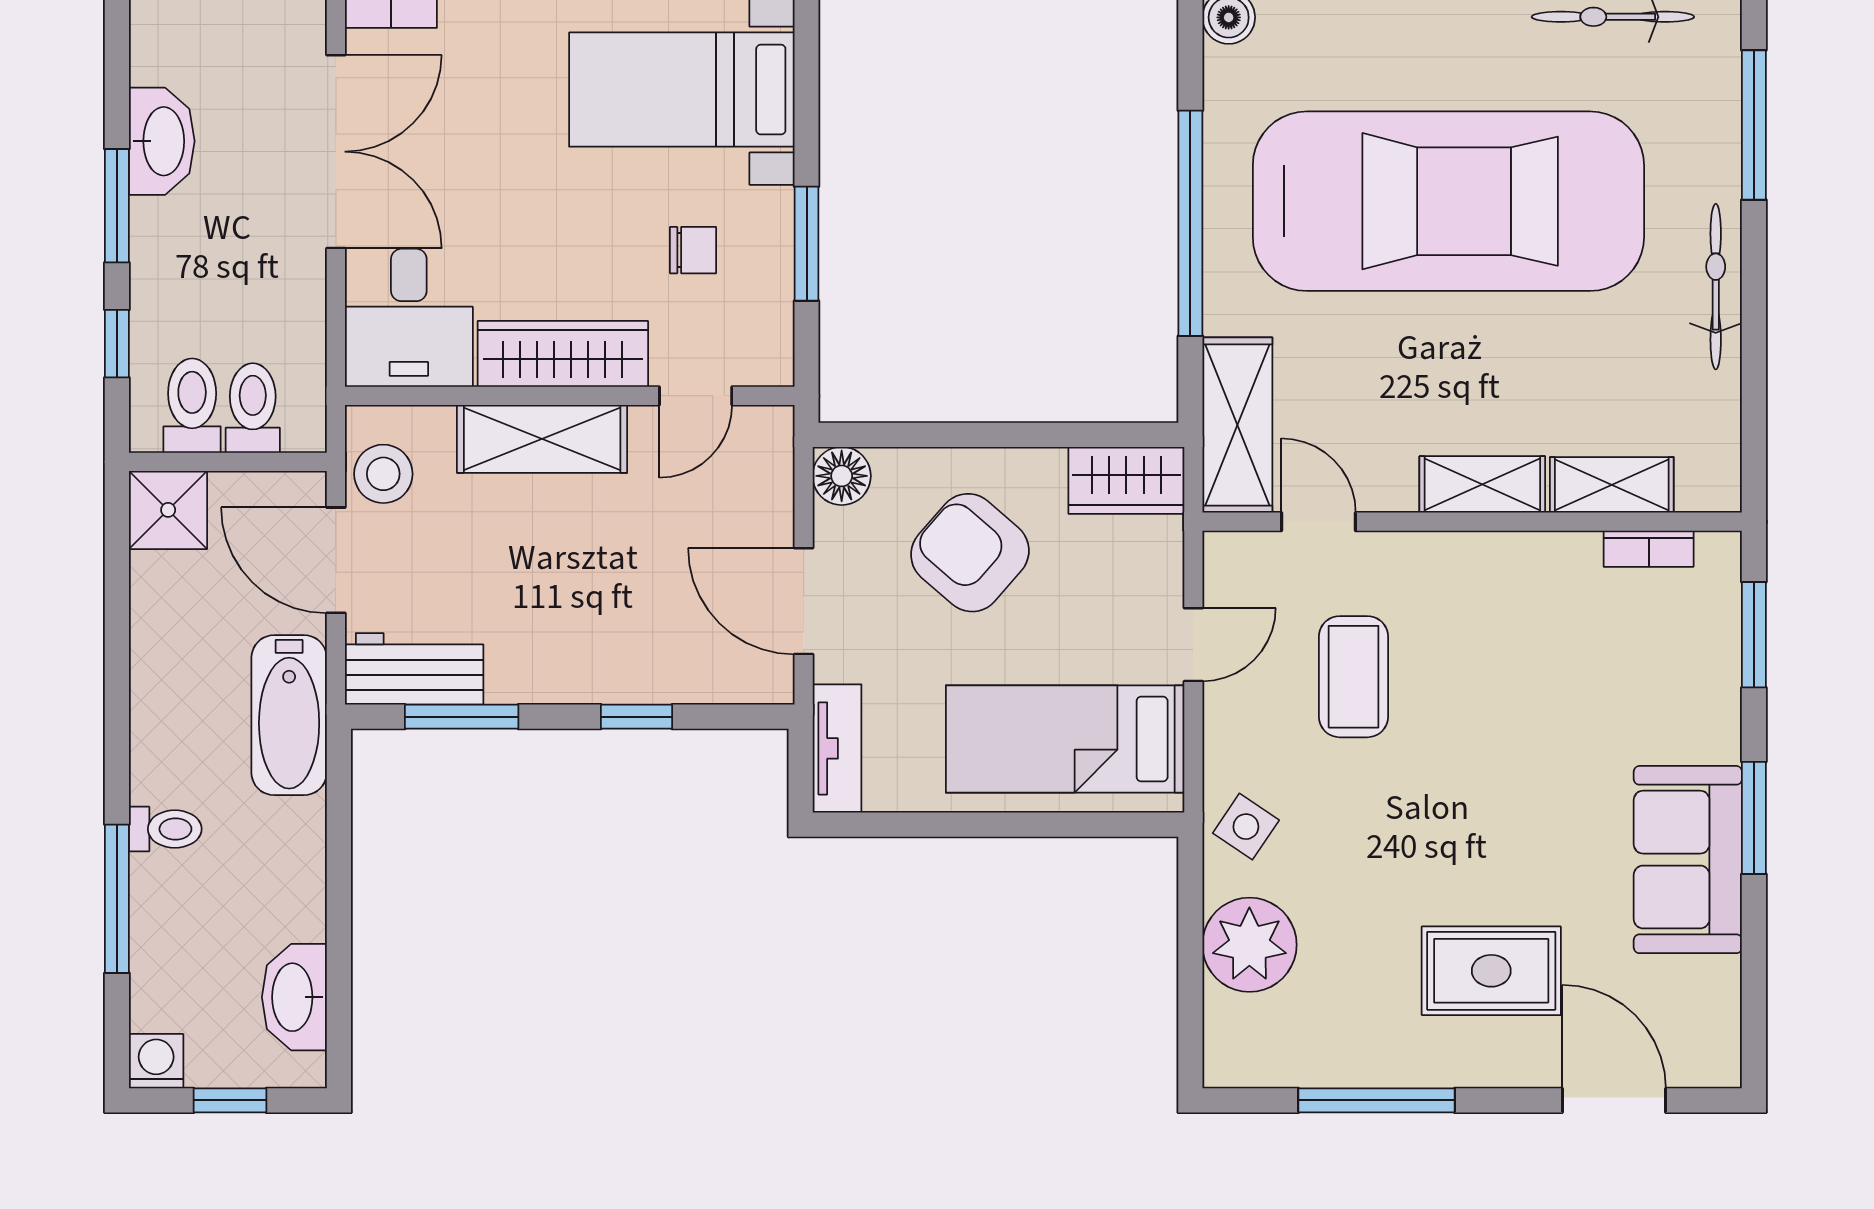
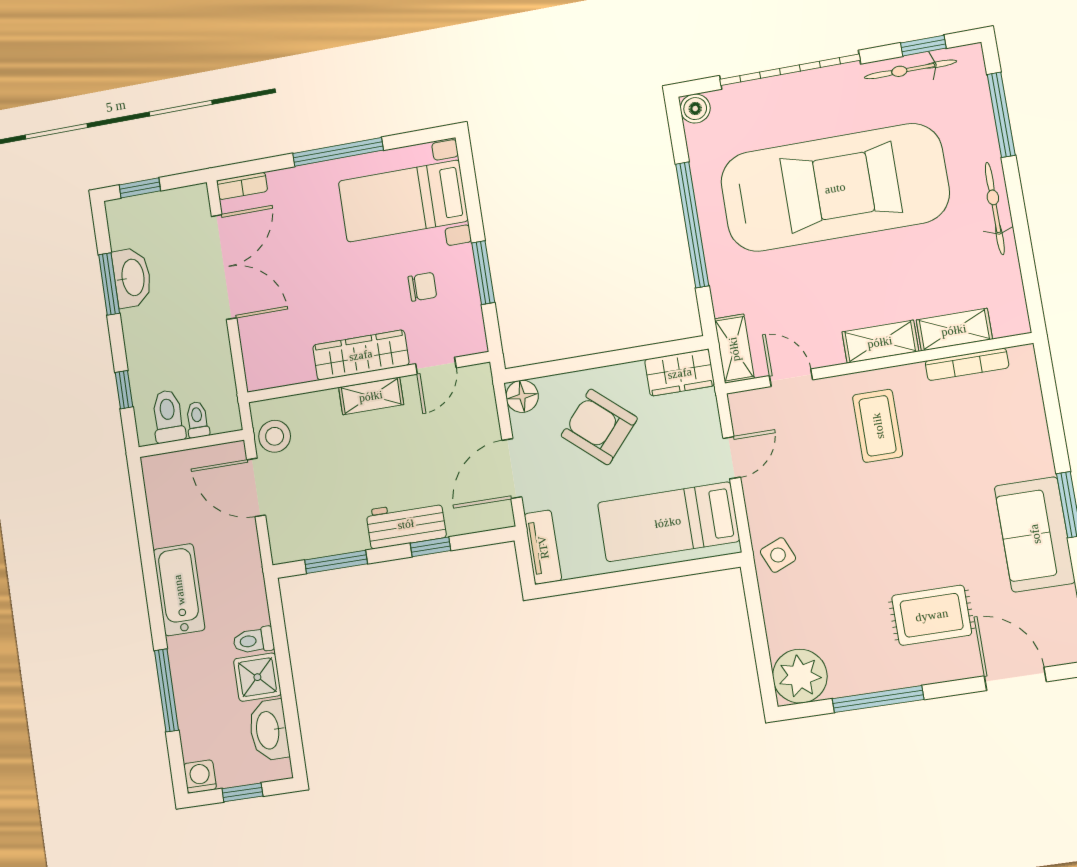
window: (117, 206) -> (109, 284), moved
desk: (409, 318) -> (276, 350), removed
toilet: (253, 408) -> (197, 420), width x0.73, depth x0.72
shelving: (1237, 425) -> (734, 349), width x0.67, depth x0.75
shelving: (542, 439) -> (371, 396), width x0.67, depth x0.75
shower: (168, 510) -> (257, 677), moved
bookcase: (1649, 549) -> (967, 364), width x1.56
door: (804, 601) -> (512, 469), hinge flipped
window: (1754, 635) -> (1051, 401), removed
workbench: (414, 669) -> (406, 524), moved
coffee table: (1354, 677) -> (878, 426), moved
bathtub: (289, 715) -> (179, 590), moved, turned 180
side table: (1246, 827) -> (778, 555), turned 33
toilet: (165, 829) -> (254, 641), moved, turned 180
plant: (1249, 945) -> (800, 676), moved

